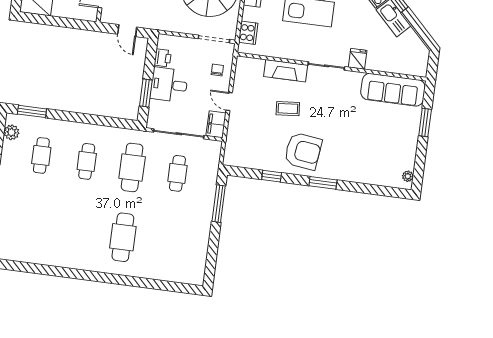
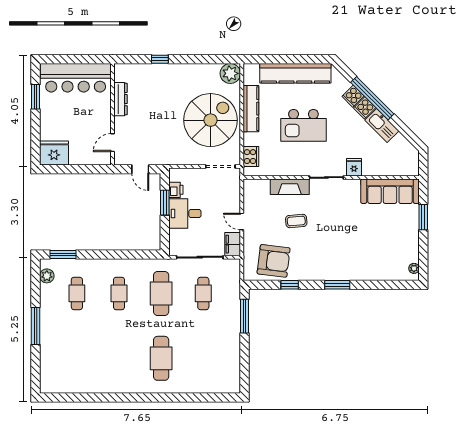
chair: (217, 70) -> (227, 194), removed
window: (146, 93) -> (165, 203), moved
armchair: (303, 151) -> (274, 261), moved

